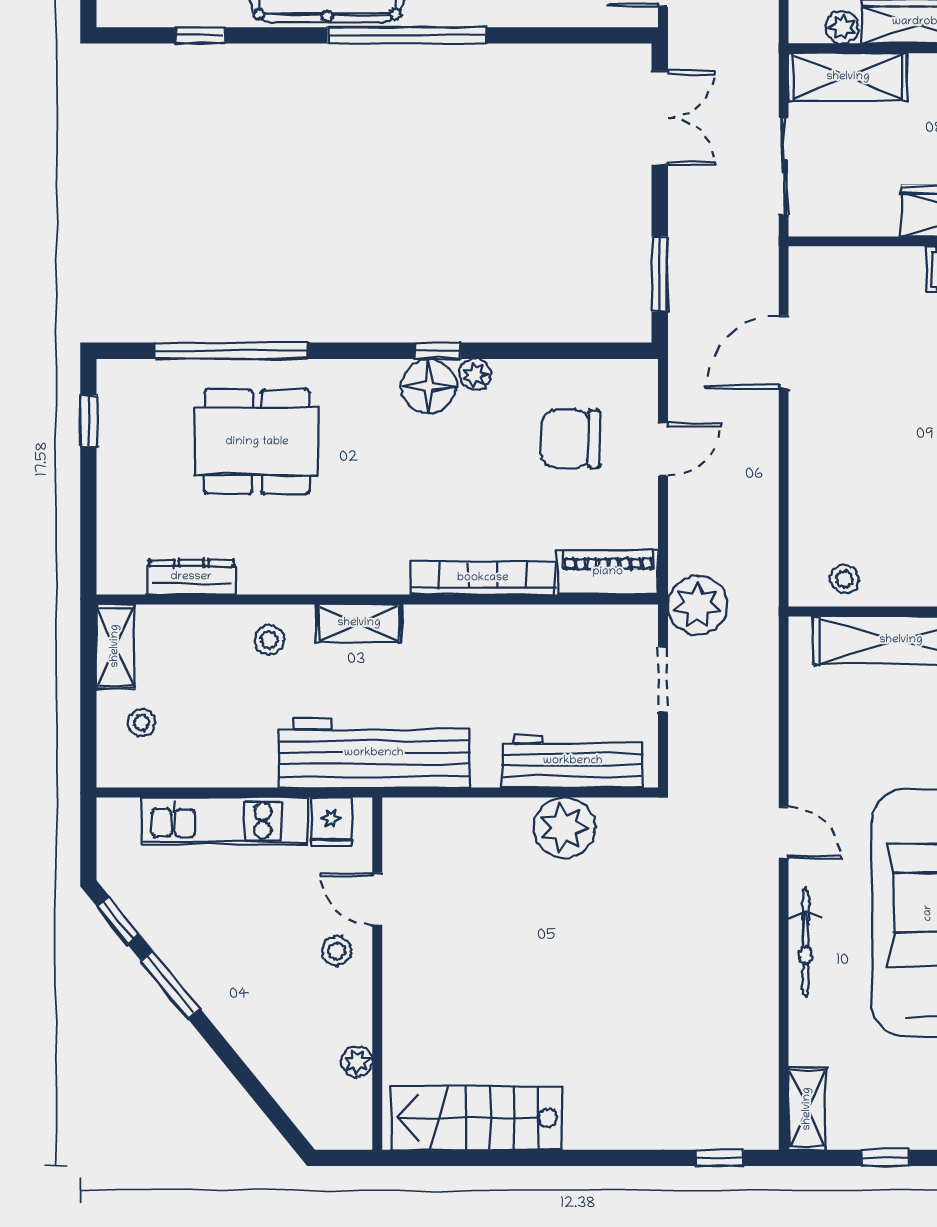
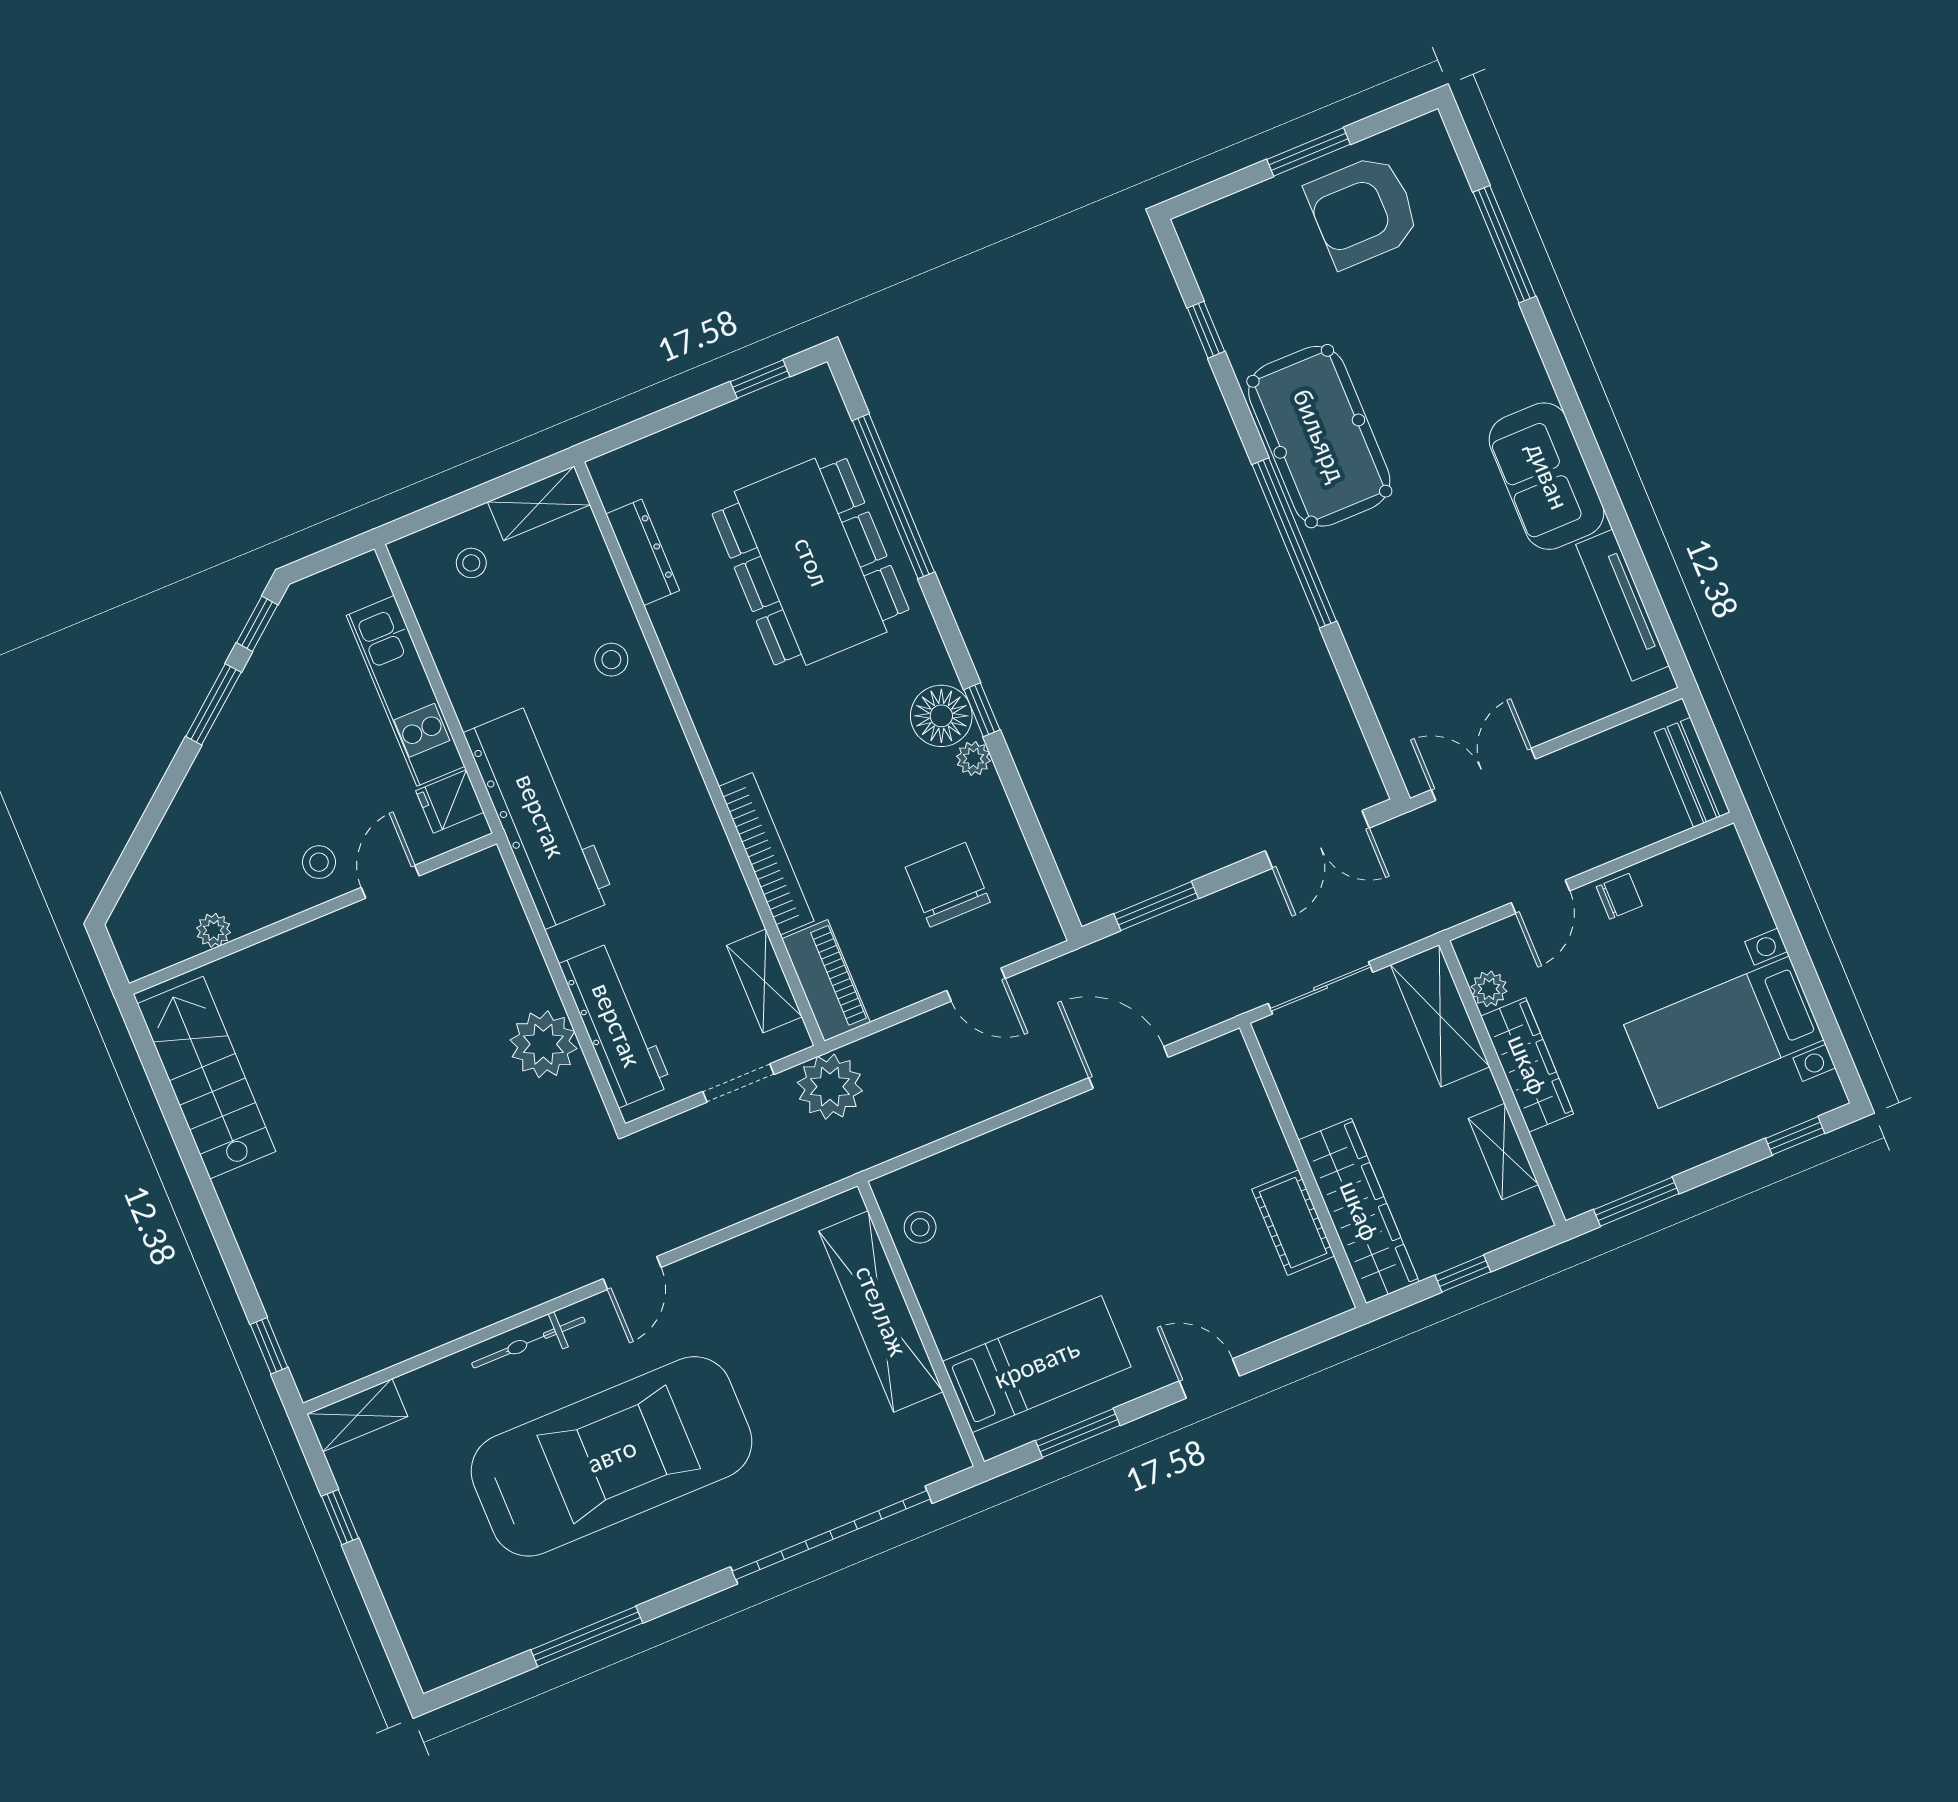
dining table: (257, 442) -> (811, 562), width x1.36, depth x1.24
shelving: (359, 623) -> (764, 981), moved

